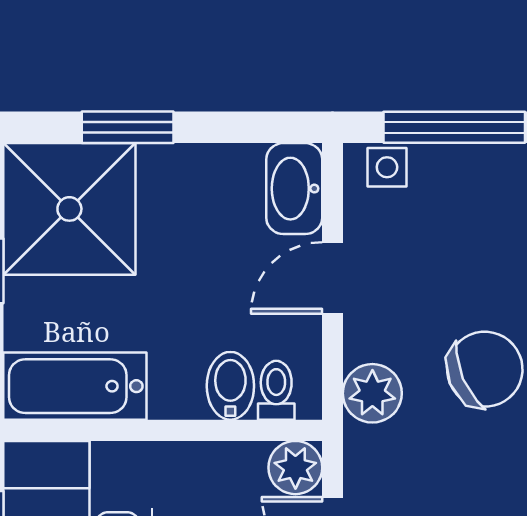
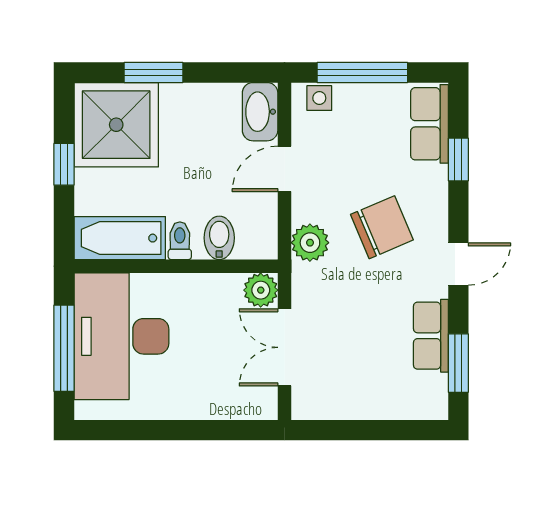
toilet: (276, 390) -> (180, 241), moved

